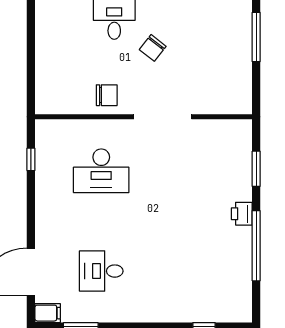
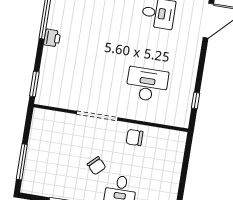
chair: (153, 48) -> (97, 166), turned 98
window: (256, 169) -> (34, 84), moved

